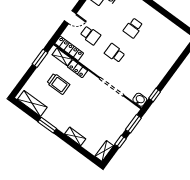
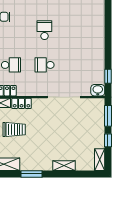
school desk: (133, 28) -> (44, 30), turned 180

